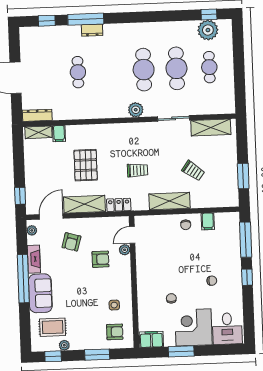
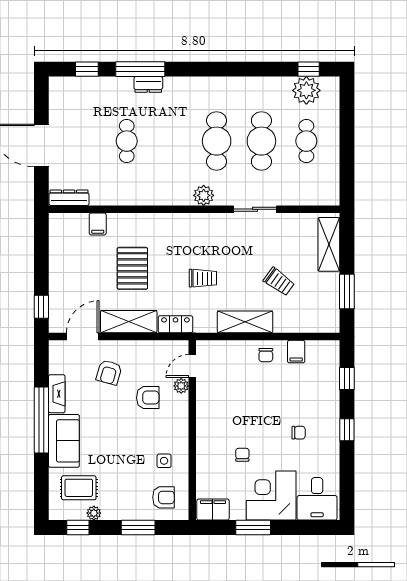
shelving: (211, 128) -> (329, 244), moved, turned 90
shelving: (38, 132) -> (70, 221), removed
plant: (32, 230) -> (55, 355), removed
window: (246, 240) -> (347, 378), width x0.46

